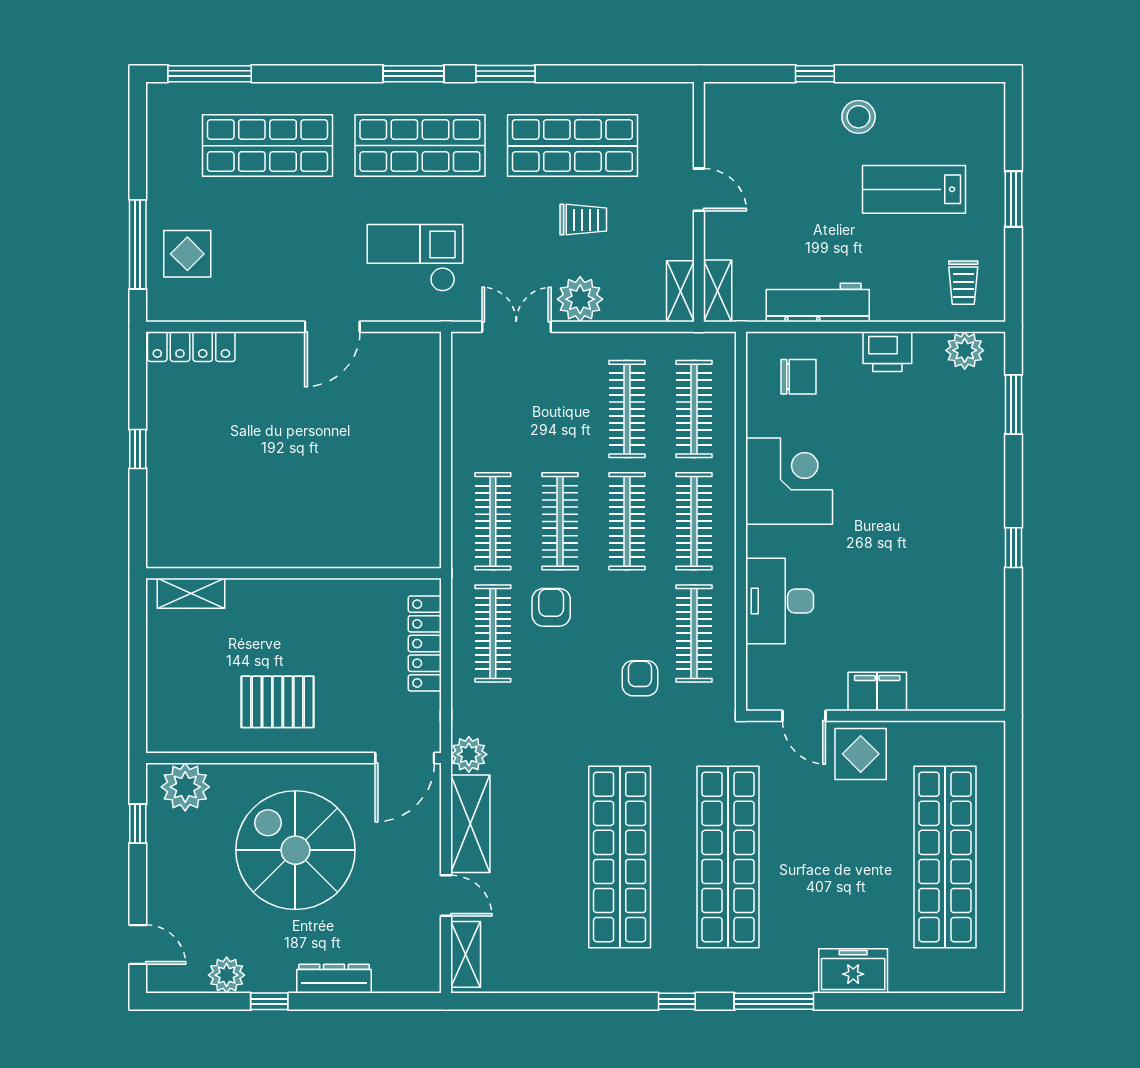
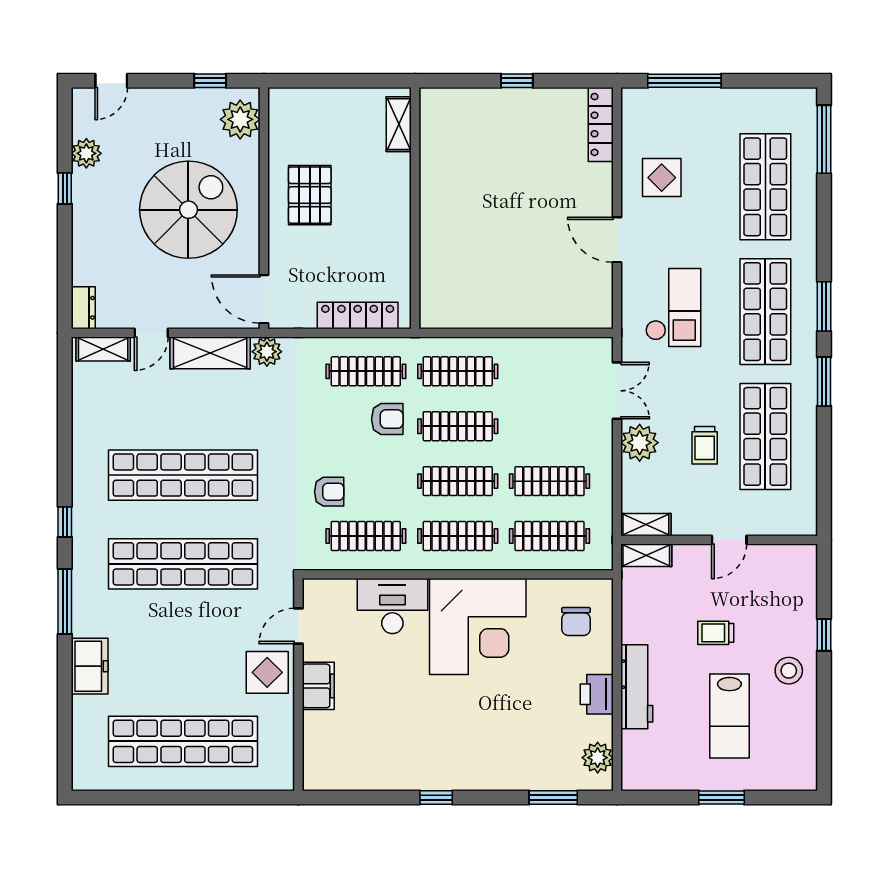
lab bench: (914, 189) -> (729, 716), turned 180
display table: (187, 254) -> (662, 178), moved
trolley: (963, 283) -> (716, 633), moved
workbench: (818, 302) -> (637, 687), moved
corner desk: (789, 481) -> (478, 627), width x1.36, depth x1.36
dresser: (334, 979) -> (83, 308), moved, width x0.70

